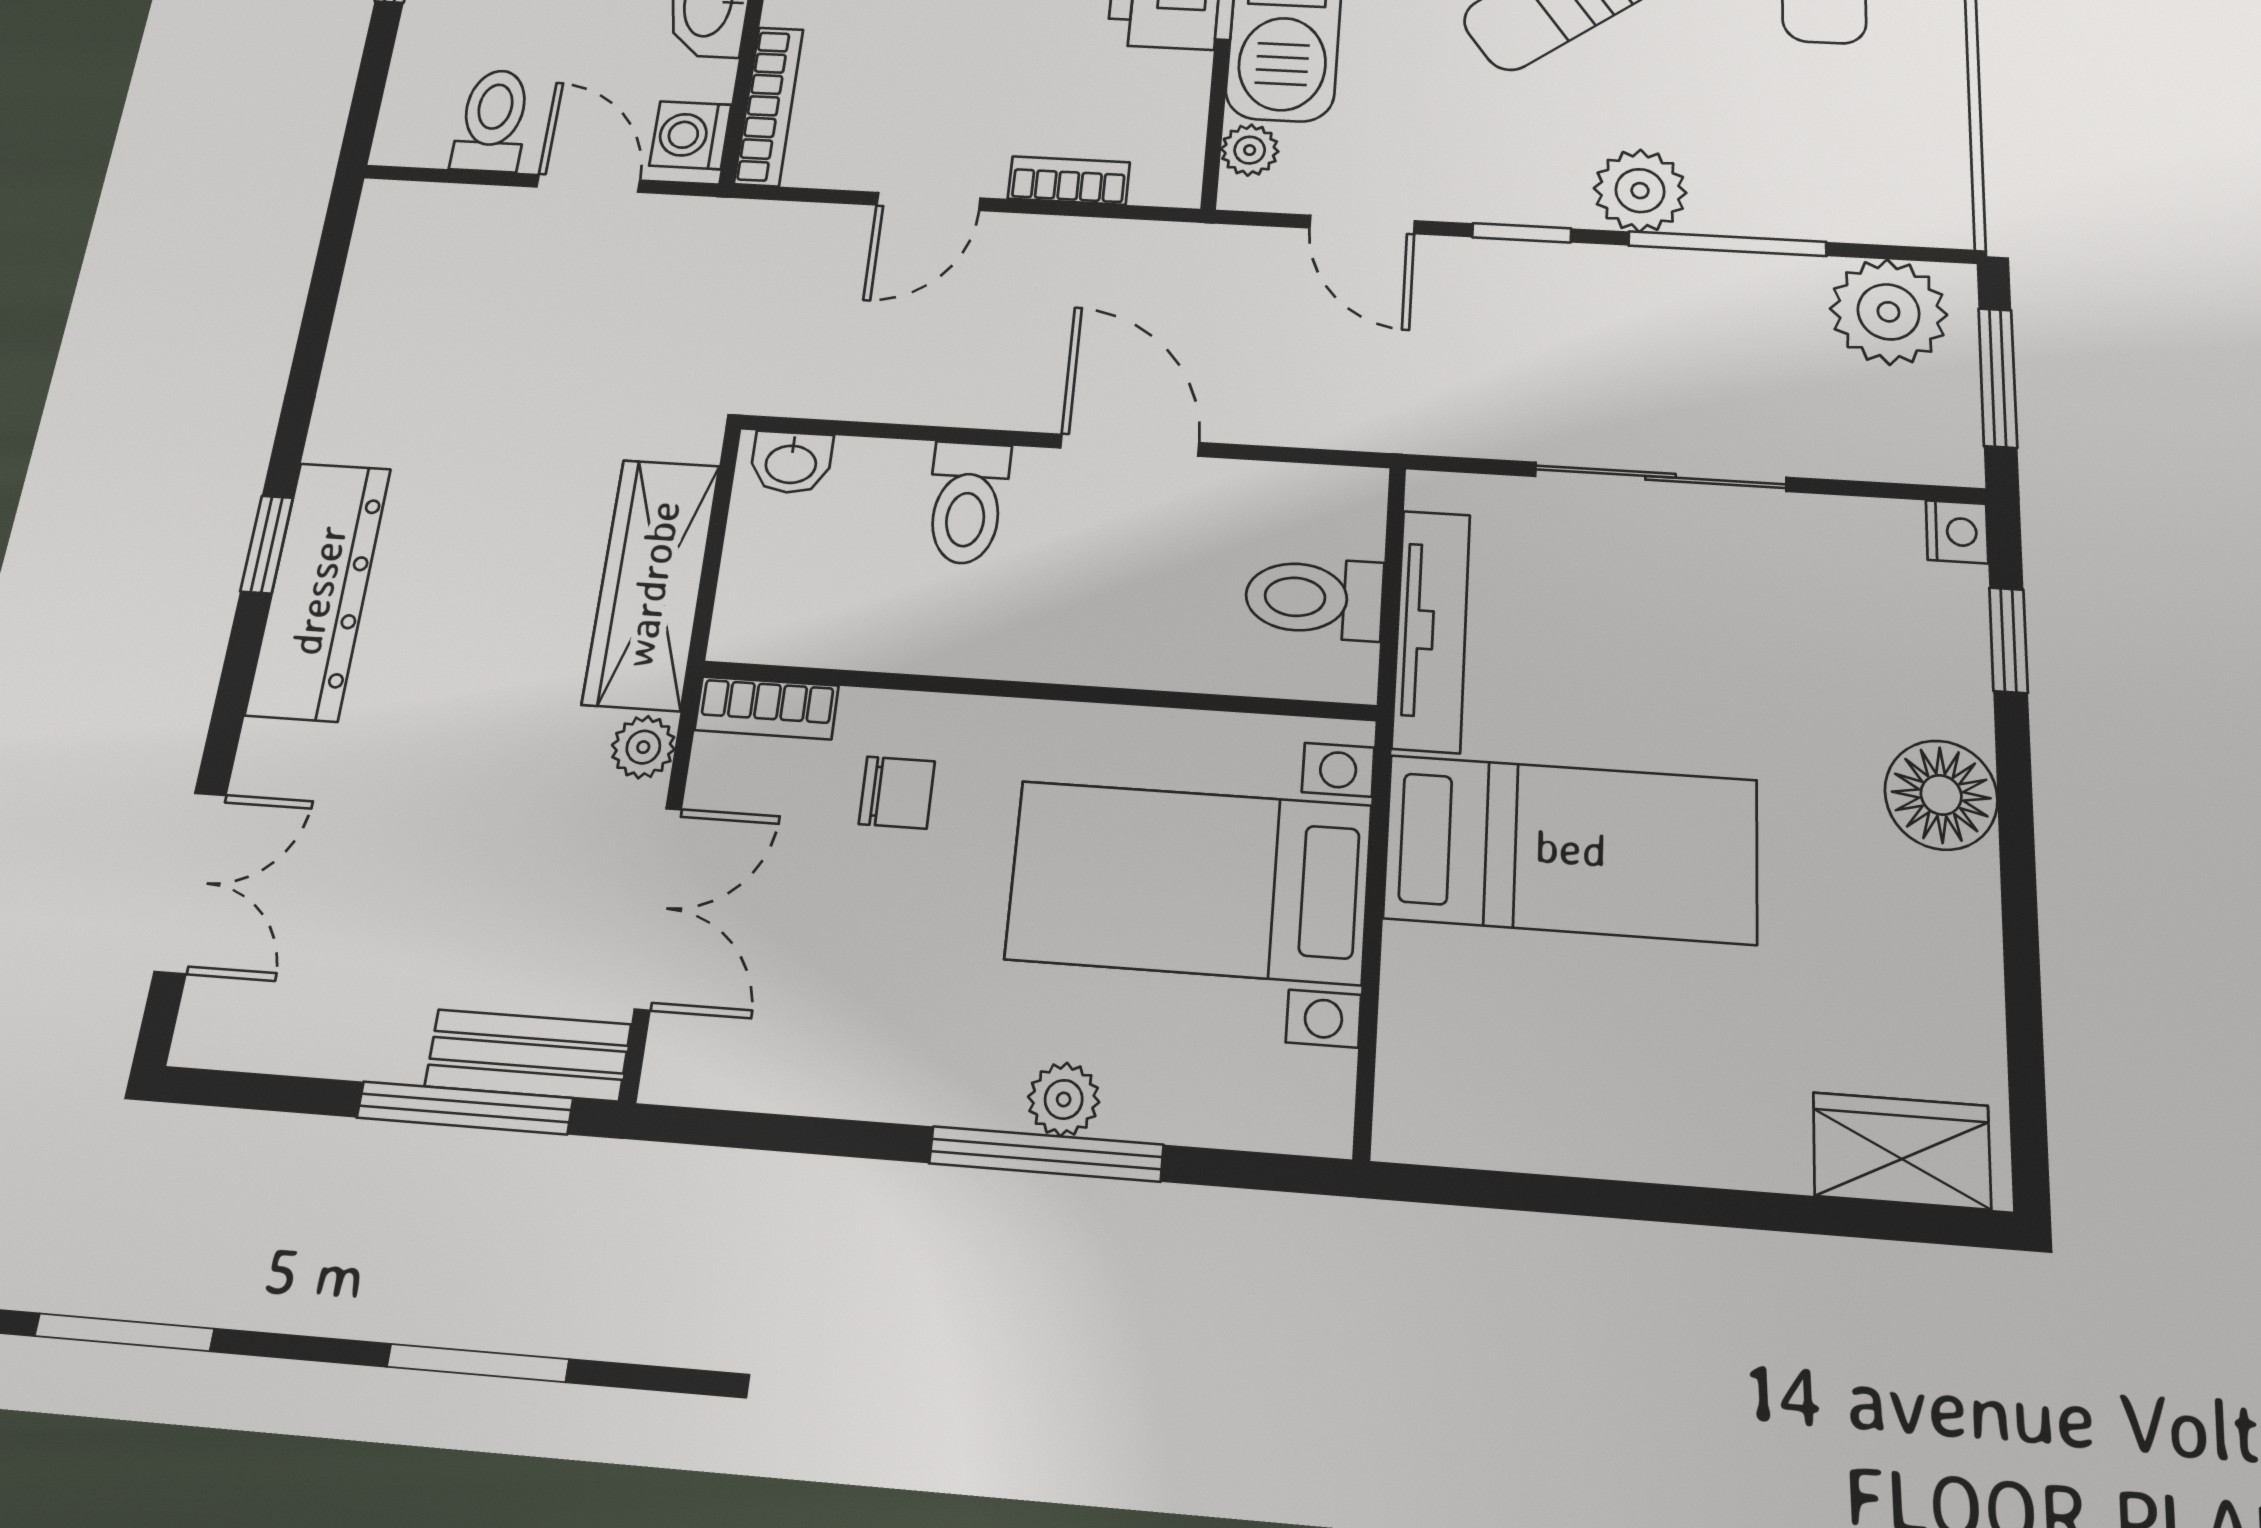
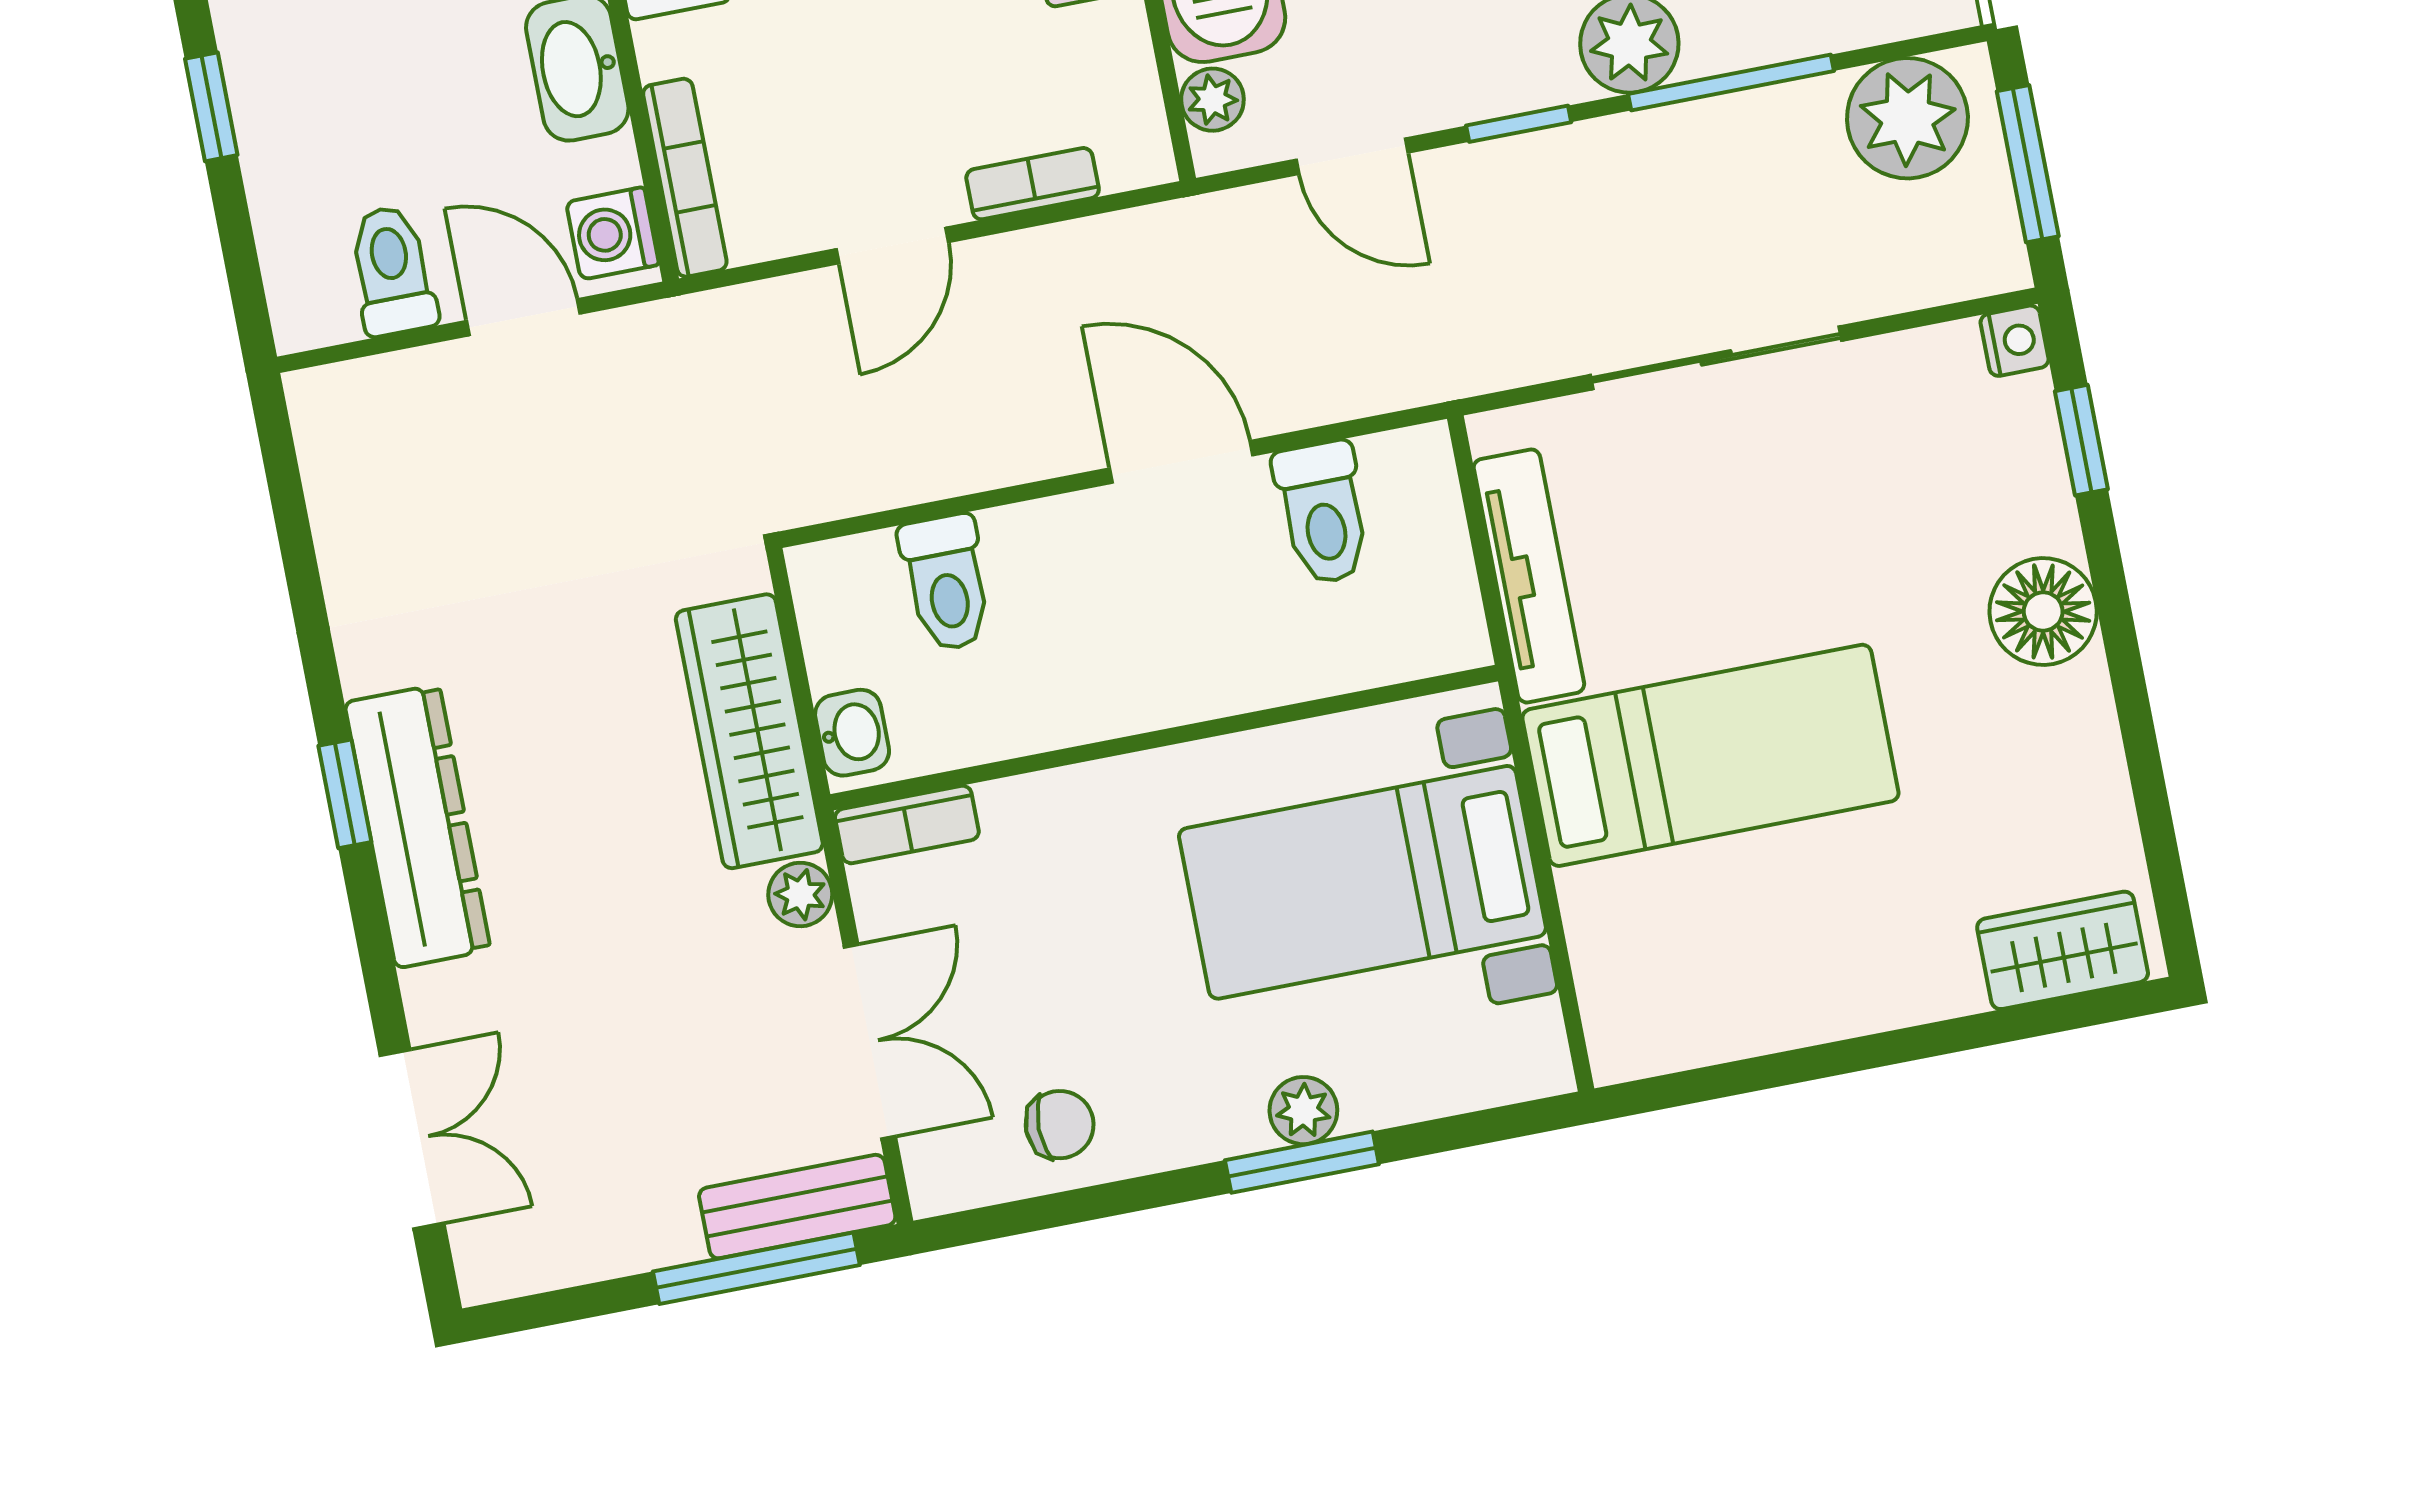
washbasin: (791, 462) -> (852, 733), moved, turned -90
toilet: (967, 503) -> (946, 583), moved
toilet: (1314, 598) -> (1323, 513), moved, turned -90
chair: (897, 793) -> (1060, 1125), moved
window: (1046, 1154) -> (1302, 1162), width x0.69

